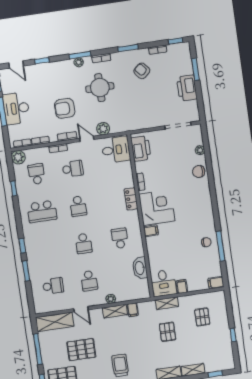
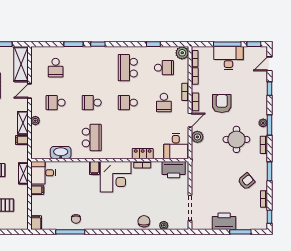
locker: (131, 199) -> (143, 154), moved
school desk: (120, 238) -> (92, 138), width x1.85

